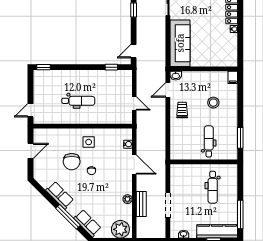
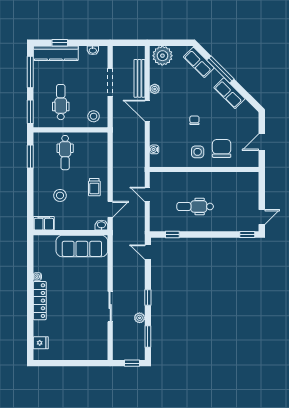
sofa: (180, 43) -> (82, 246), moved, turned -90
door: (134, 51) -> (148, 252), swing flipped
filing cabinet: (233, 77) -> (44, 223), width x2.00
dental chair: (78, 101) -> (195, 207), moved
door: (31, 110) -> (262, 217), moved
chair: (72, 162) -> (222, 148), moved
door: (134, 165) -> (147, 111), moved
stool: (183, 174) -> (94, 116), added
window: (240, 178) -> (30, 112), added
bench: (141, 204) -> (139, 78), width x1.36

